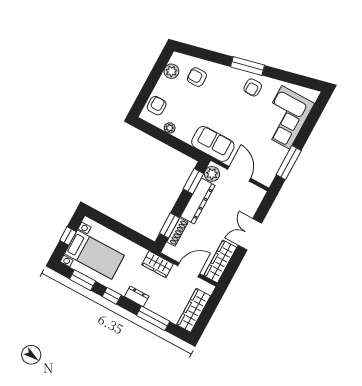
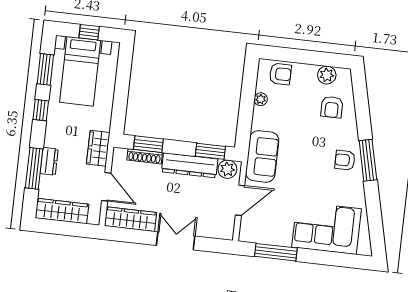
armchair: (197, 77) -> (332, 107), turned 180
armchair: (253, 87) -> (345, 160), moved
dresser: (137, 296) -> (49, 161), moved

